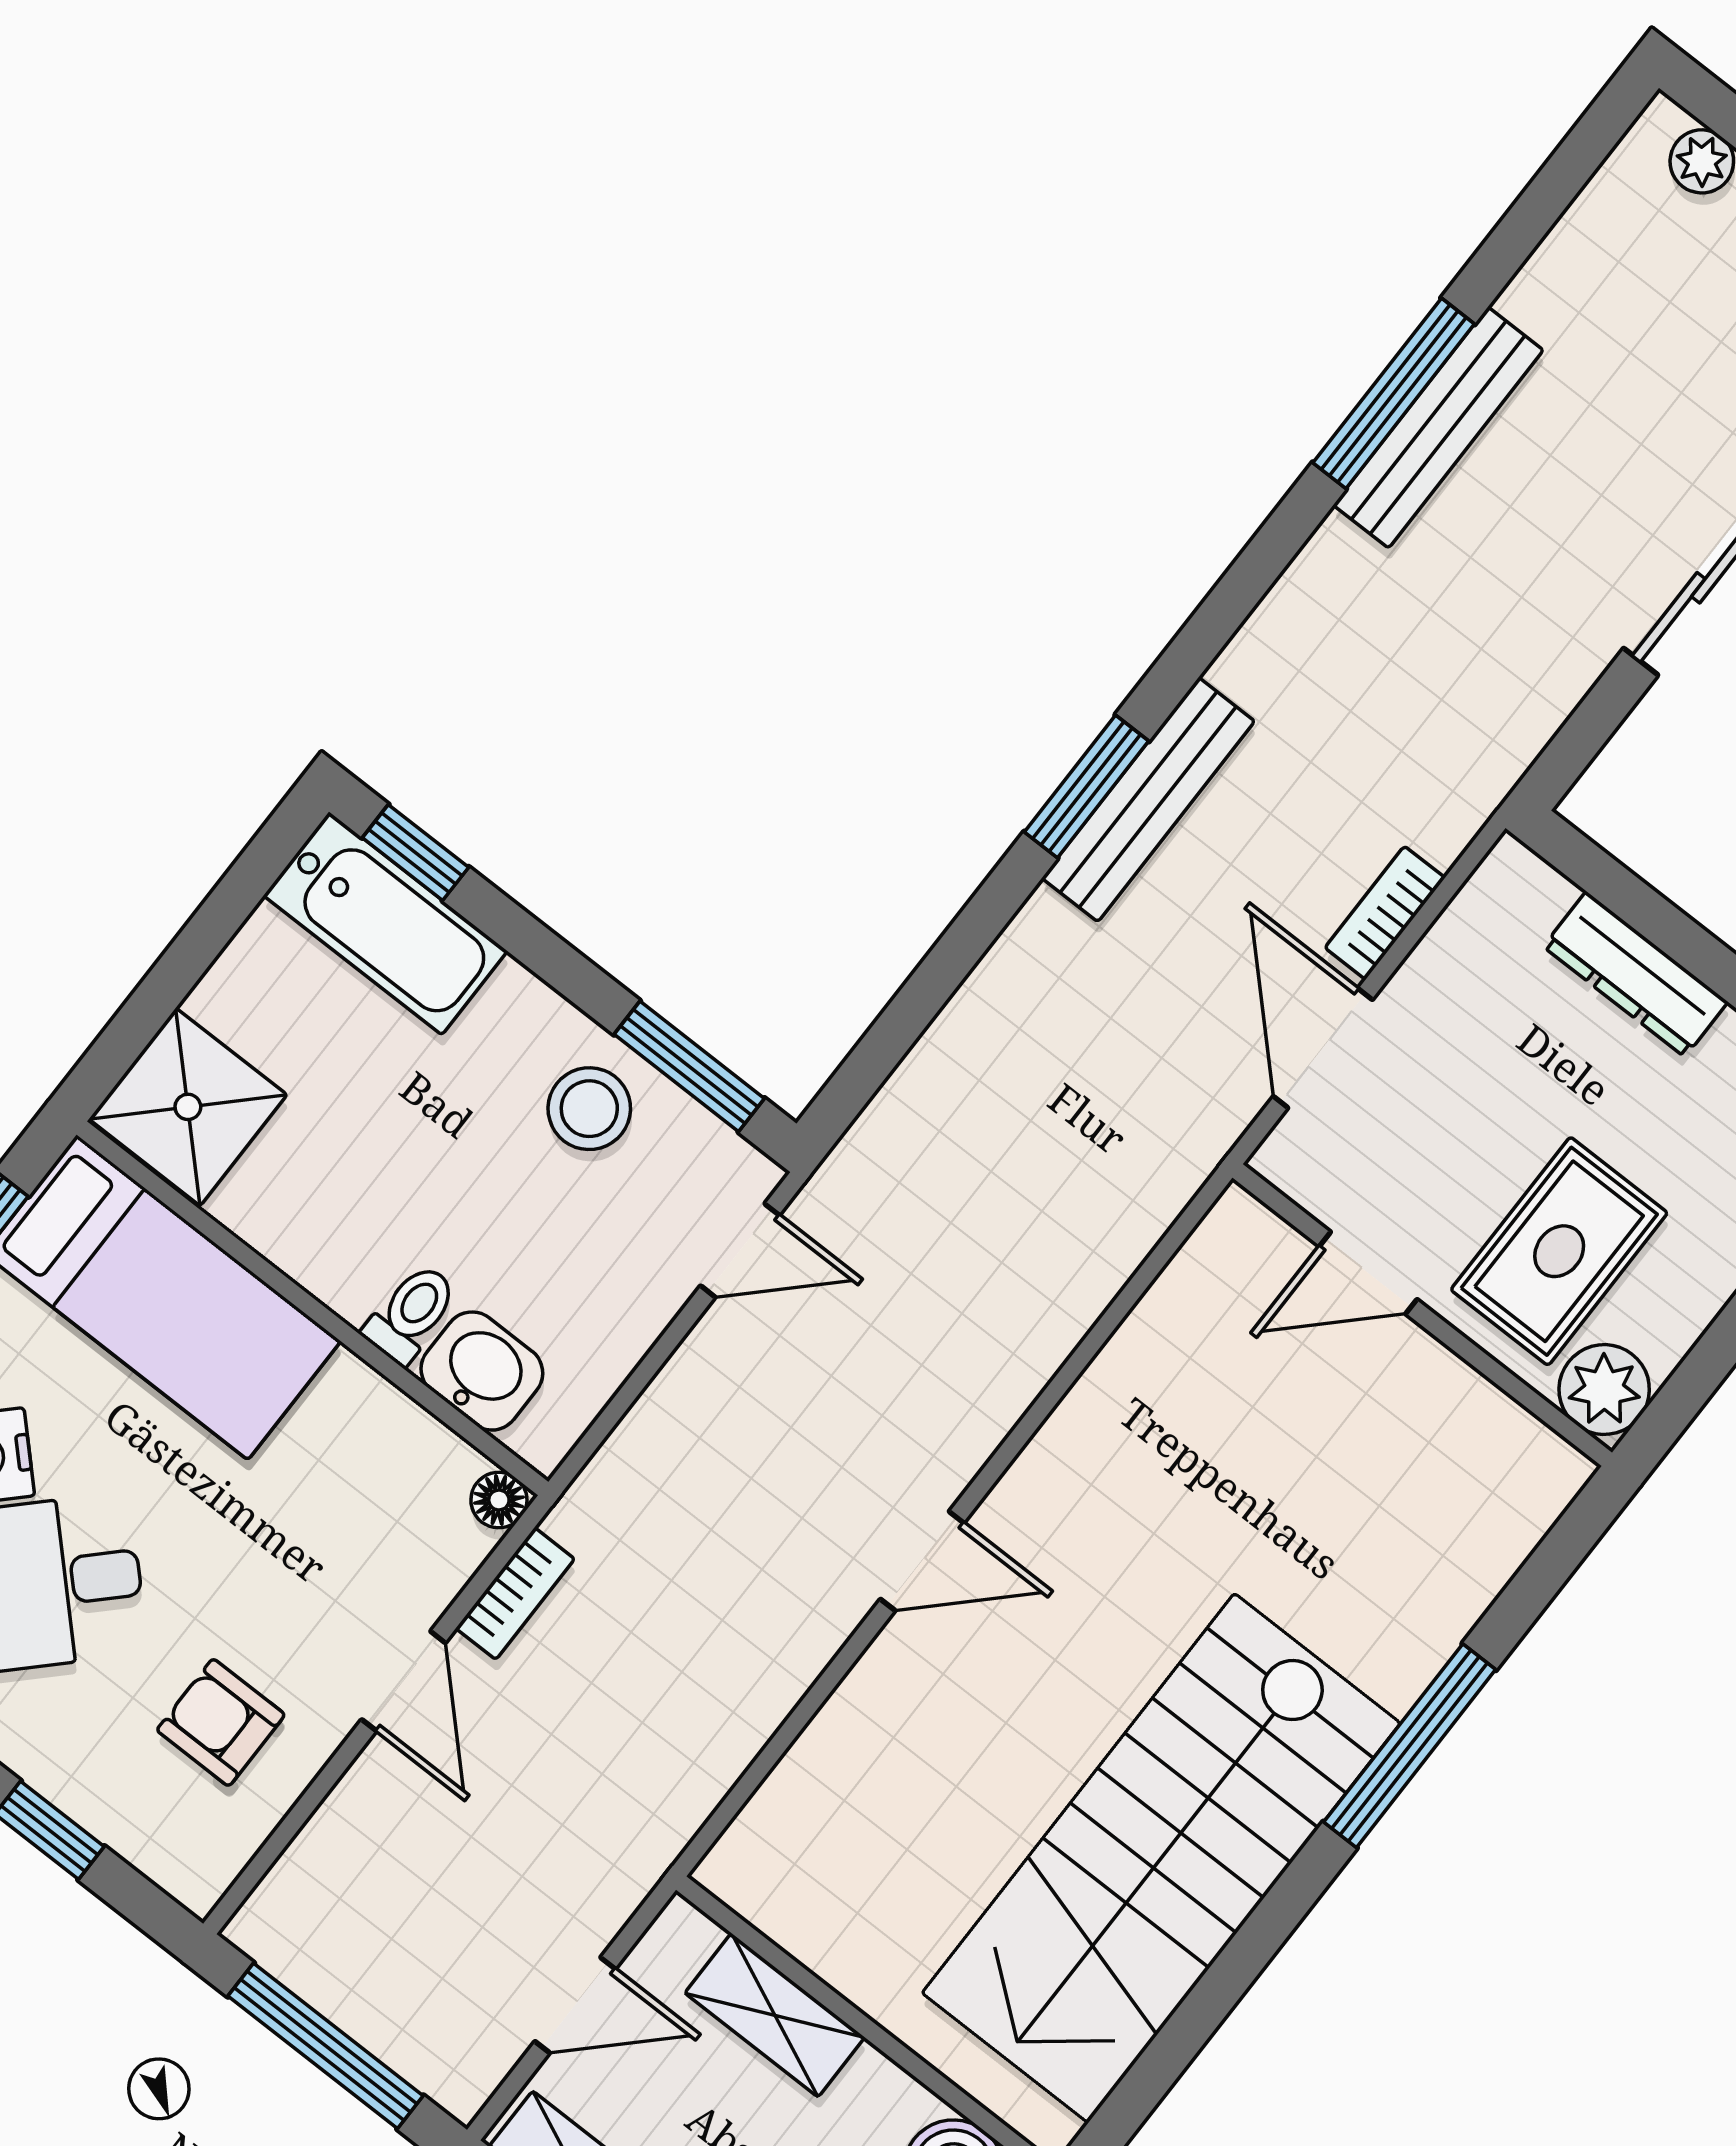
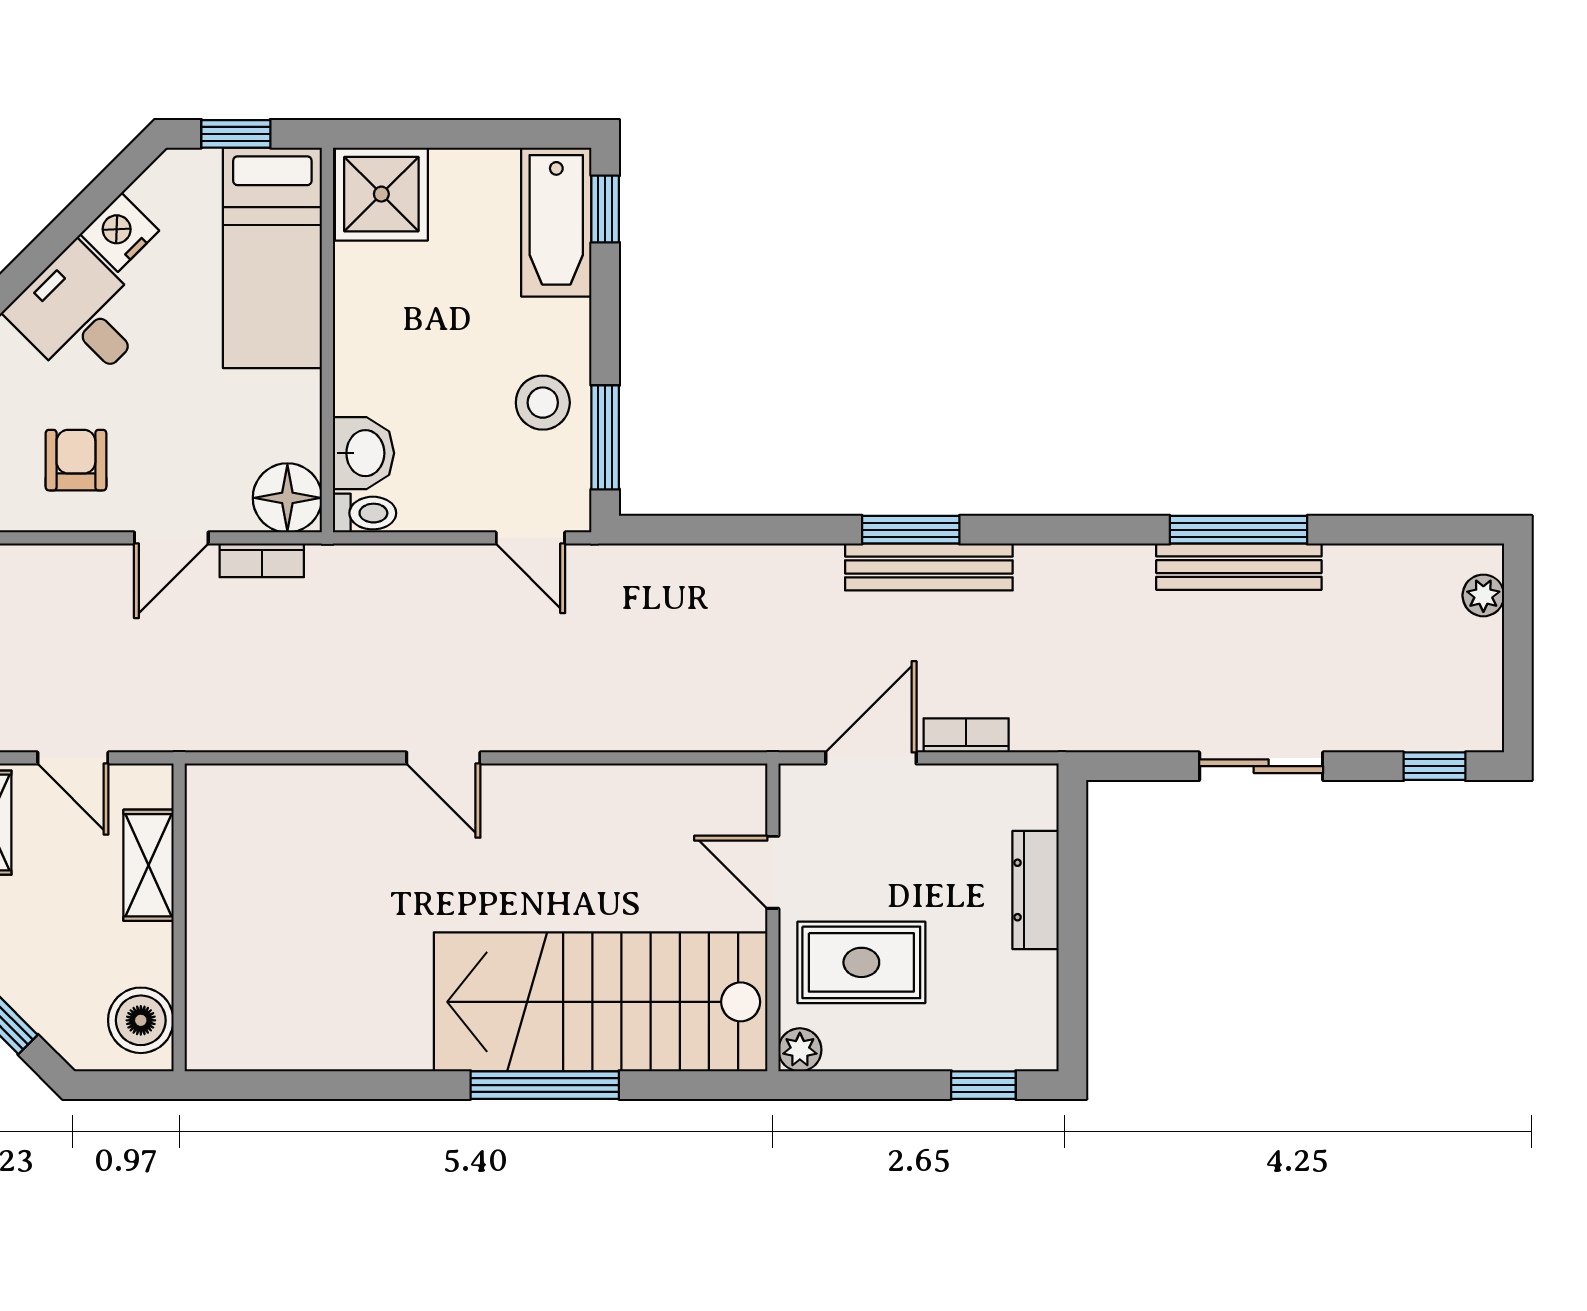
toilet: (411, 1314) -> (365, 513), moved
plant: (1604, 1390) -> (800, 1050), width x0.73, depth x0.73
floor lamp: (499, 1500) -> (287, 498), width x1.89, depth x1.89
stairs: (1161, 1858) -> (601, 1002), moved

